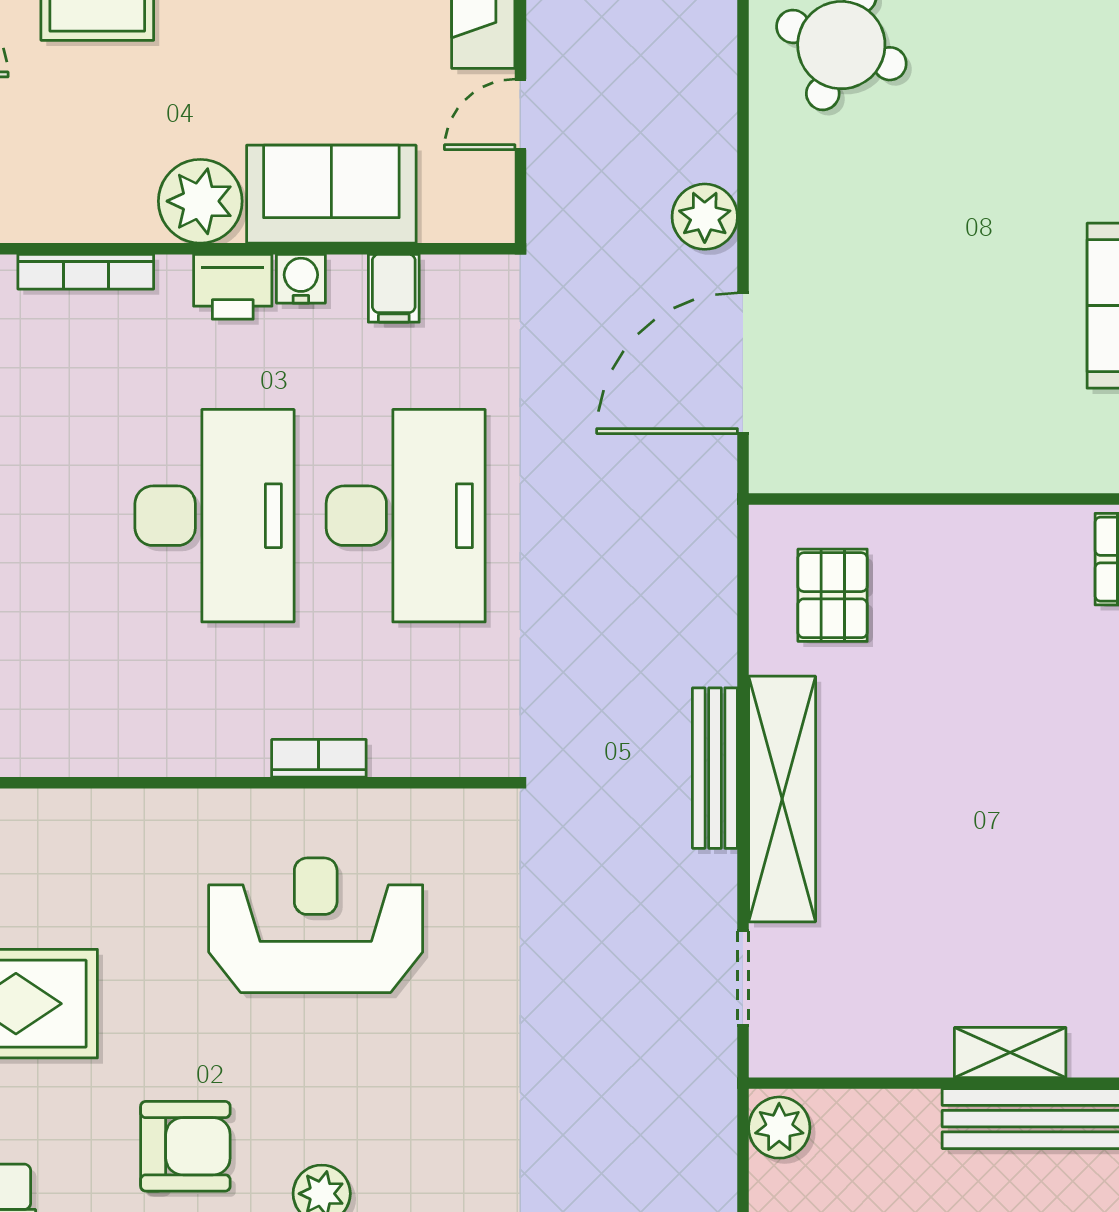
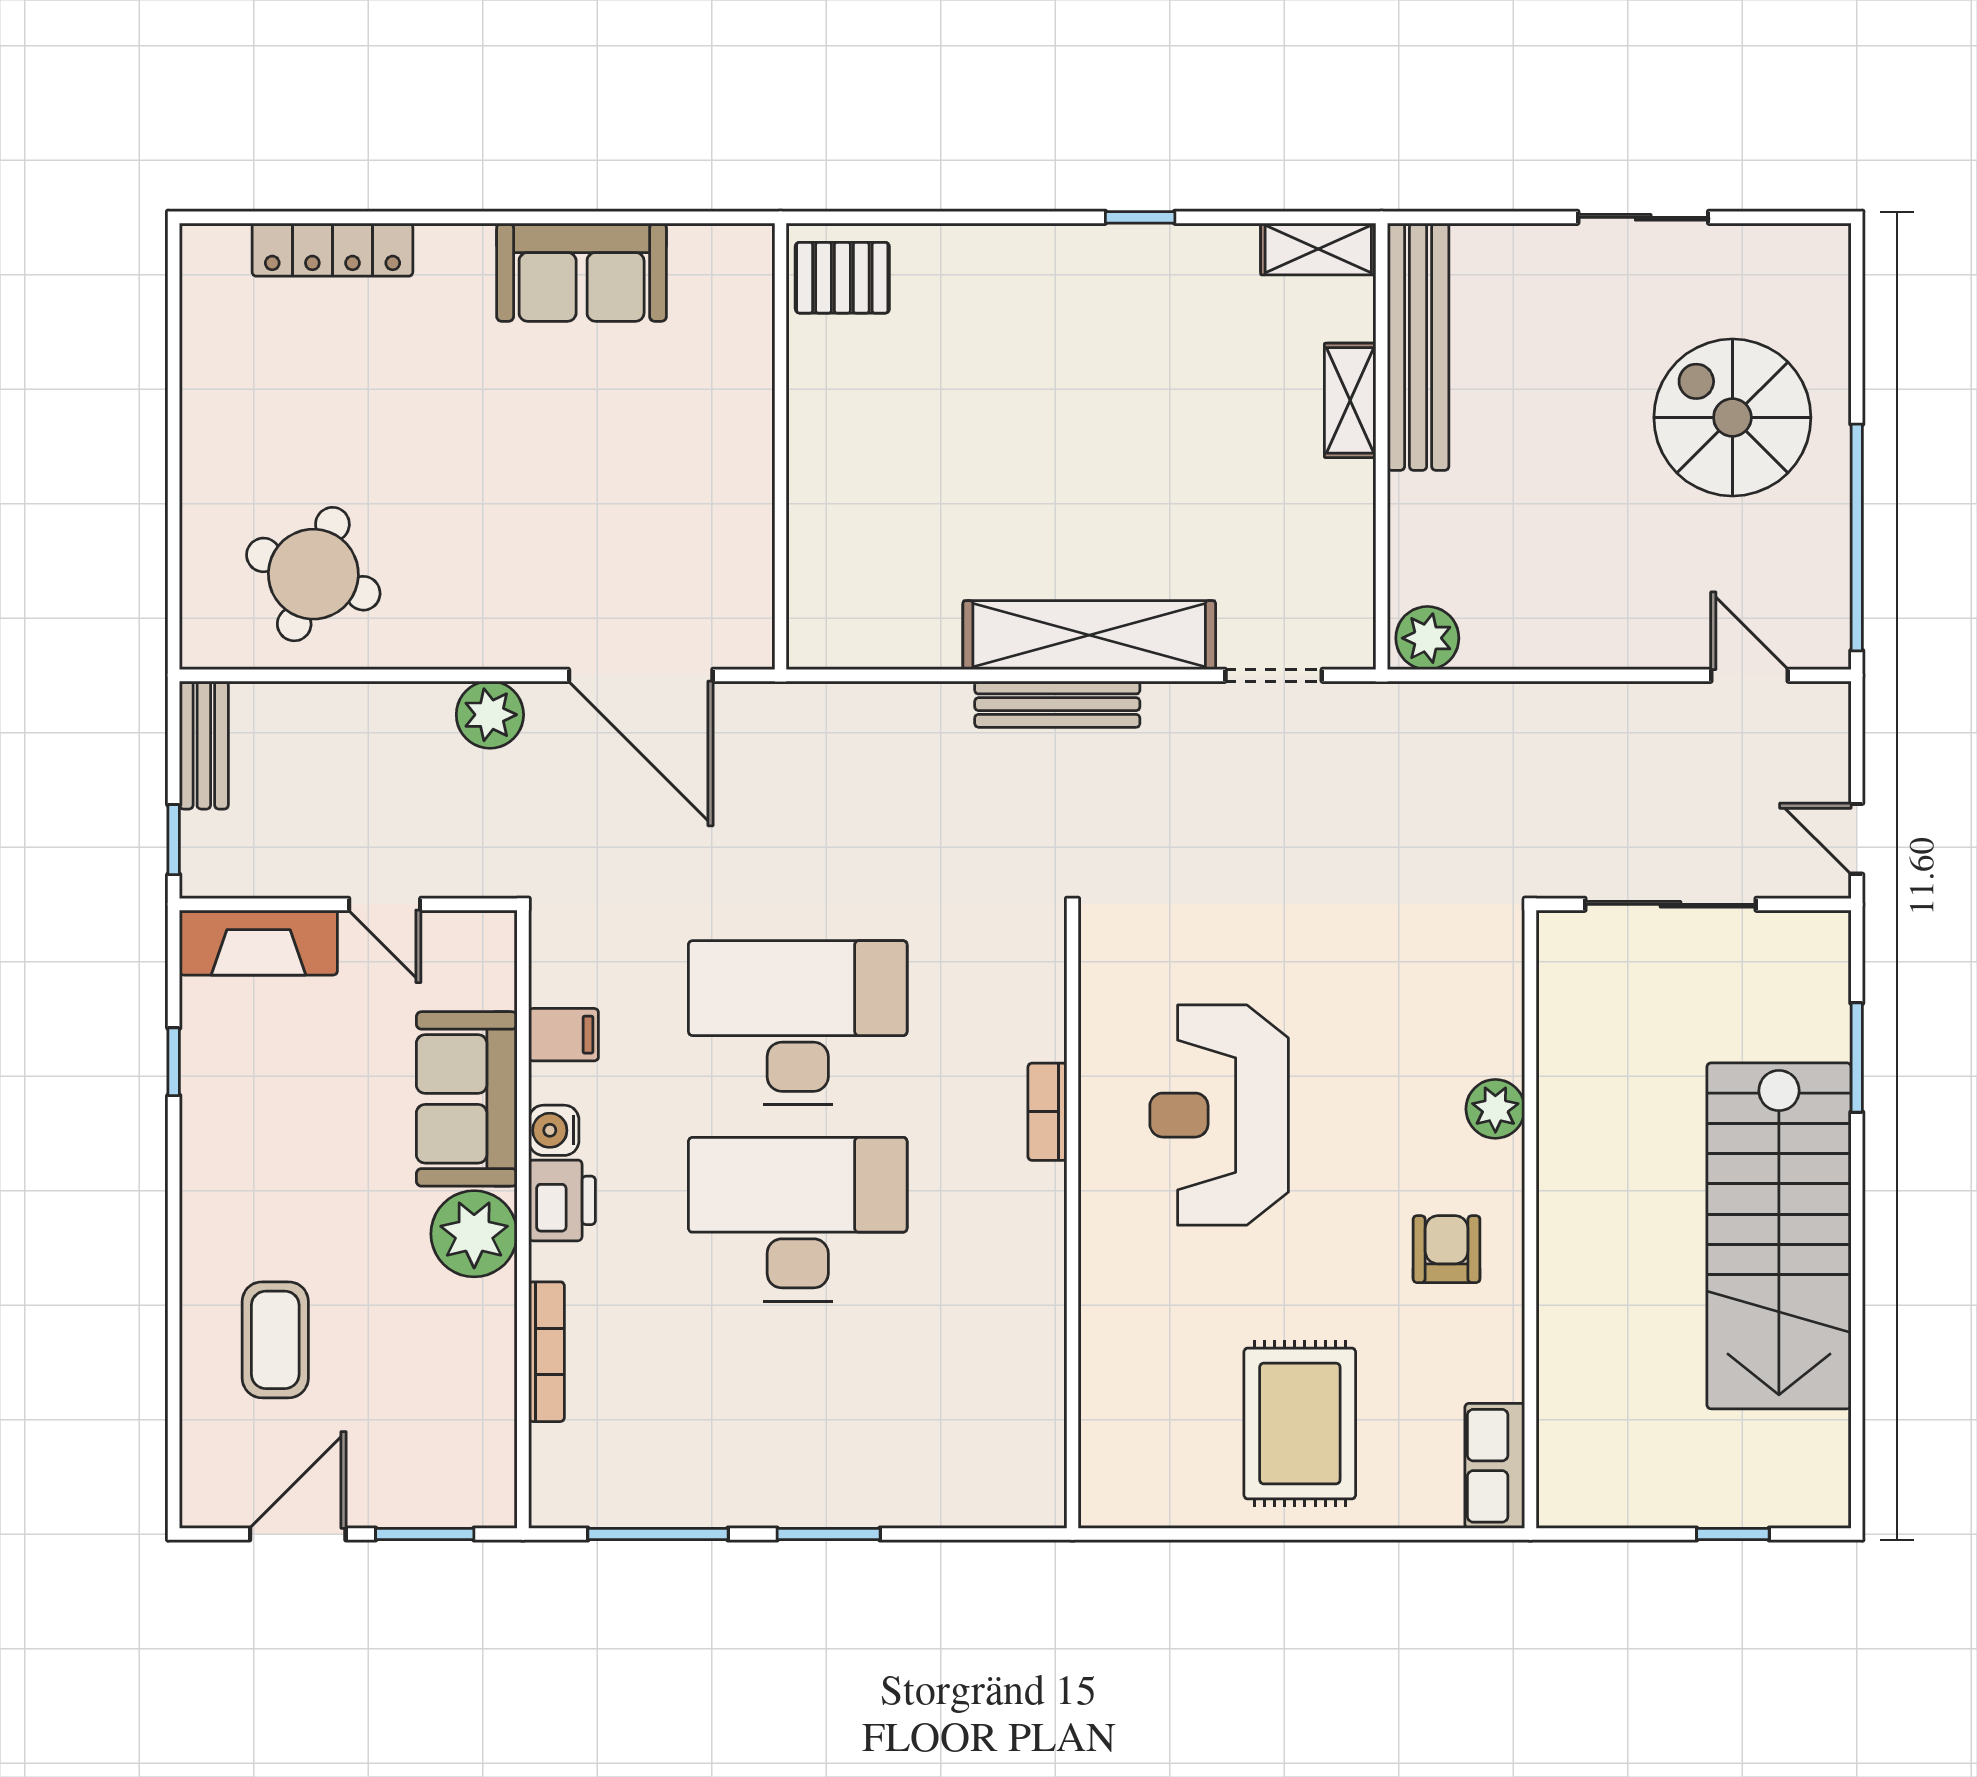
pallet: (833, 595) -> (879, 583), removed
armchair: (185, 1146) -> (1447, 1249), width x0.72, depth x0.72

